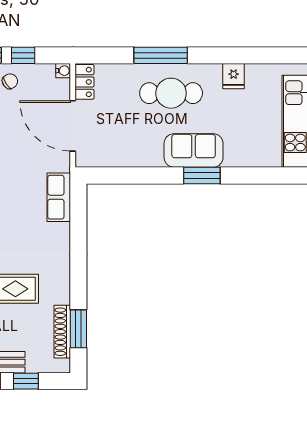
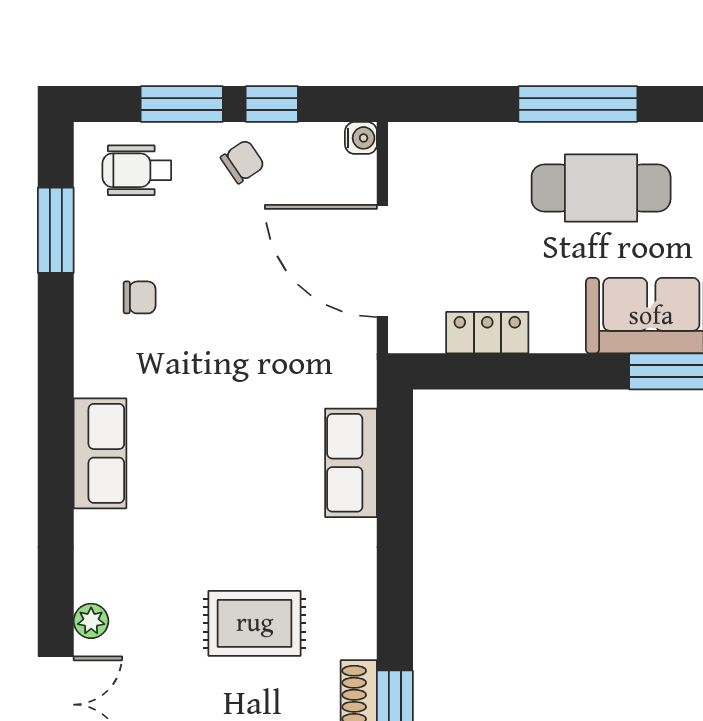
locker: (85, 82) -> (487, 333), moved, turned -90
row of seats: (59, 197) -> (351, 463), moved

